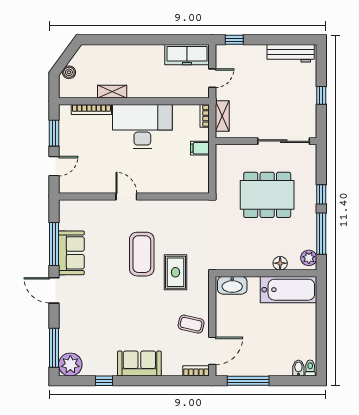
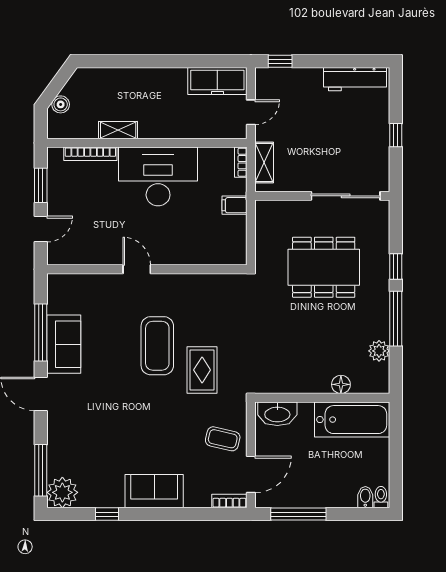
floor lamp: (280, 263) -> (341, 384), moved
wall: (266, 273) -> (322, 398), moved
washbasin: (232, 285) -> (277, 414), moved
bathtub: (289, 290) -> (352, 420), moved

